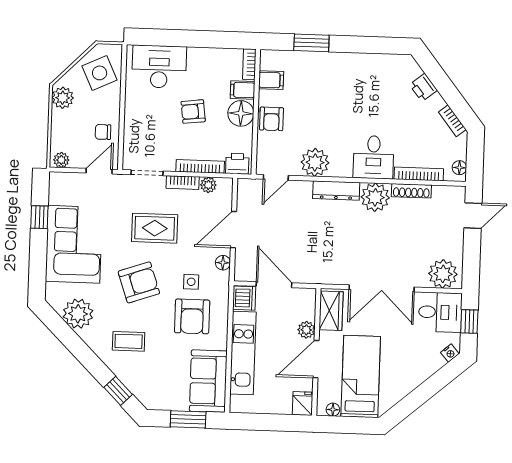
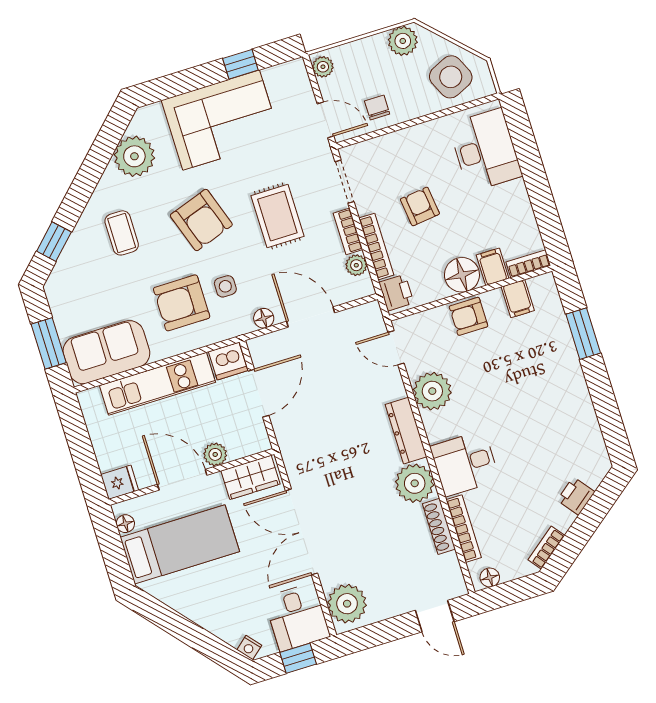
armchair: (193, 112) -> (420, 206), moved

